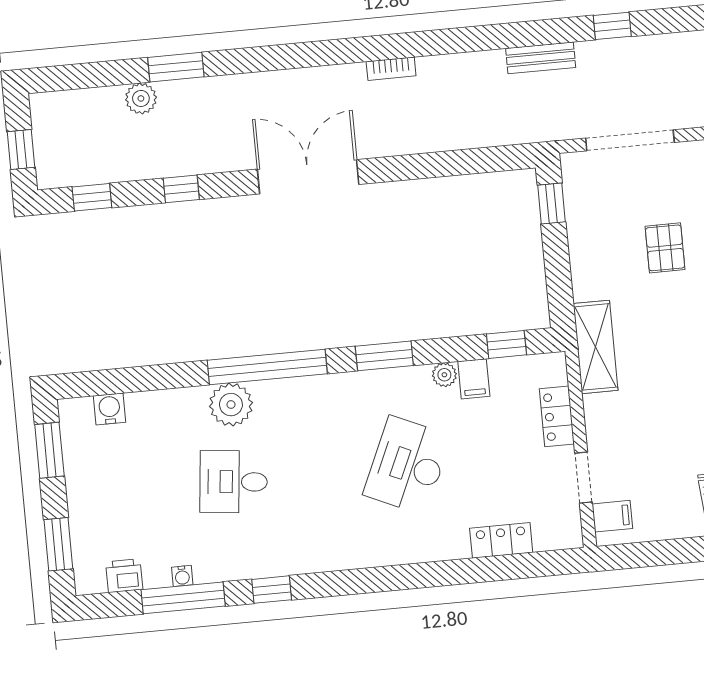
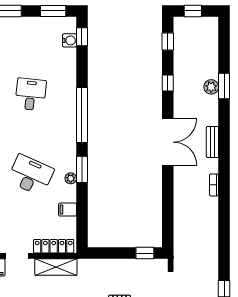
bench: (541, 58) -> (212, 142), moved
plant: (141, 98) -> (211, 87), moved
window: (506, 344) -> (82, 37), moved
shelving: (596, 347) -> (56, 267), moved
plant: (444, 375) -> (71, 178), moved
plant: (231, 405) -> (66, 97), removed
locker: (557, 416) -> (54, 246), width x1.53

